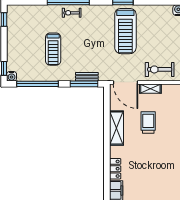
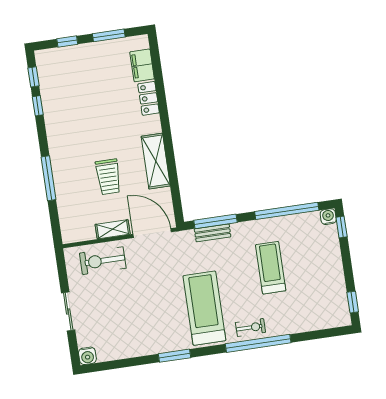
treadmill: (125, 31) -> (204, 308), moved
exercise bike: (160, 69) -> (103, 261), turned 180

